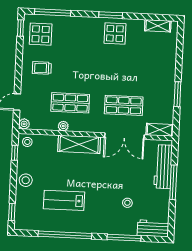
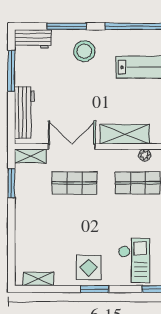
checkout: (76, 38) -> (134, 260), added
window: (177, 94) -> (11, 183), moved
window: (173, 182) -> (11, 71), moved
stool: (127, 203) -> (84, 51), moved, width x1.89, depth x1.89

